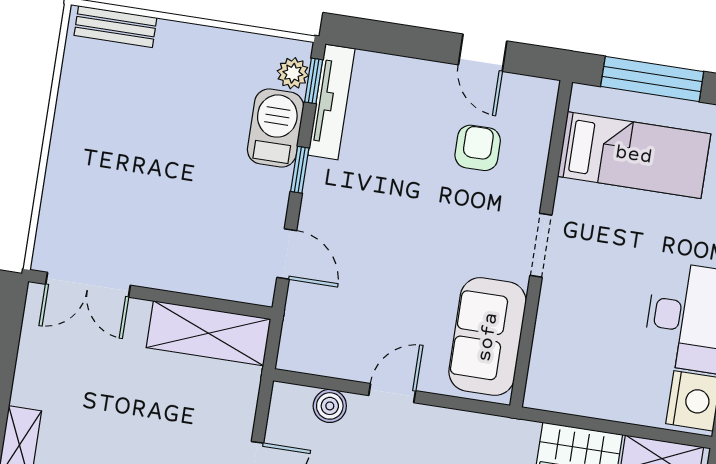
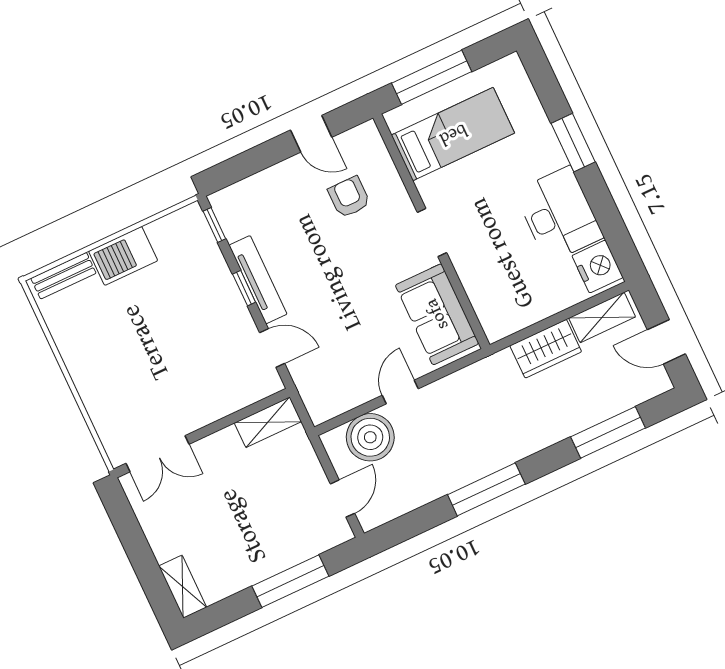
plant: (293, 73) -> (198, 229), removed
tv unit: (331, 102) -> (258, 280), moved
barbecue: (275, 128) -> (123, 256), moved, turned -90
shelving: (208, 333) -> (268, 422), width x0.67, depth x0.75
boiler: (330, 406) -> (370, 437), width x1.86, depth x1.86

